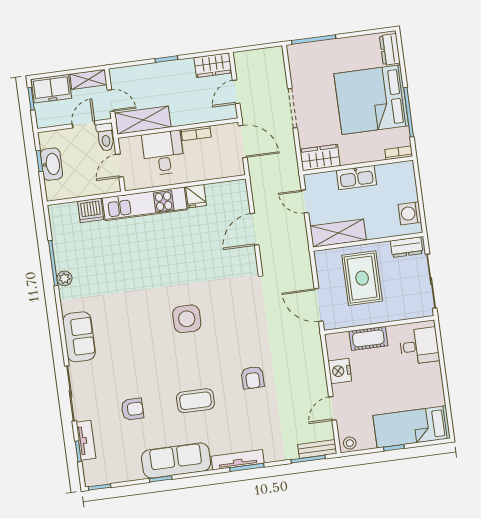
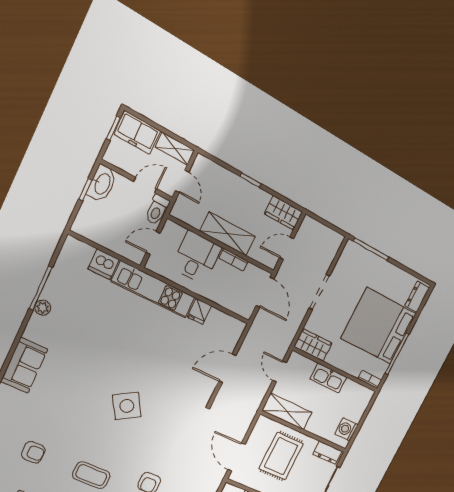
shelving: (143, 120) -> (228, 234), moved
washbasin: (51, 164) -> (102, 184), moved
side table: (187, 319) -> (127, 406), turned -31

